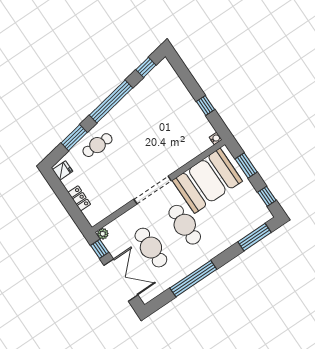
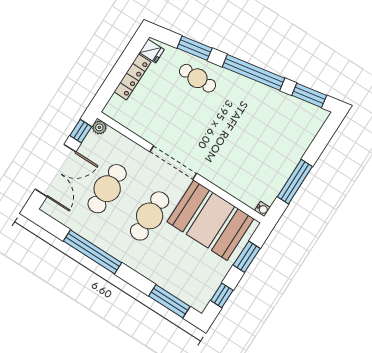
window: (146, 67) -> (309, 95), width x1.50
window: (205, 106) -> (295, 182), width x2.17
locker: (79, 198) -> (132, 77), width x1.53

